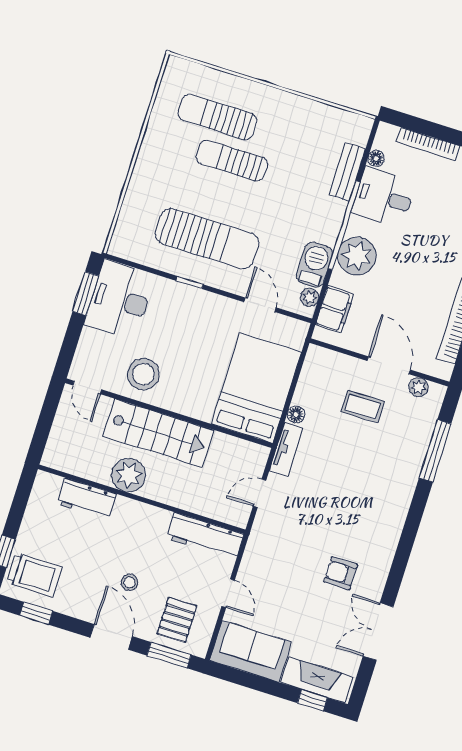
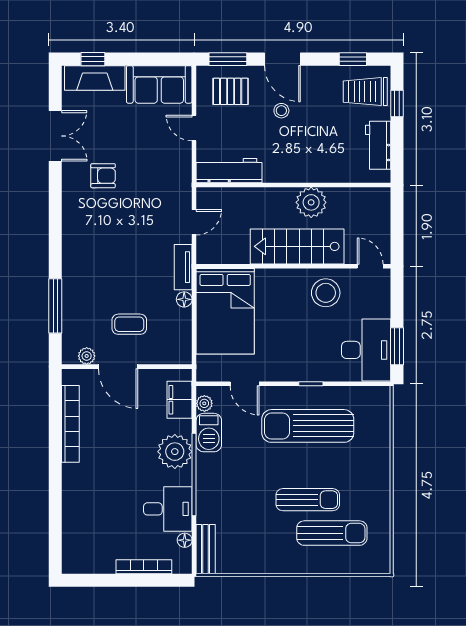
bench: (347, 172) -> (206, 549), moved
workbench: (87, 499) -> (378, 145), moved, turned -90
pallet: (177, 620) -> (231, 91), turned 90

